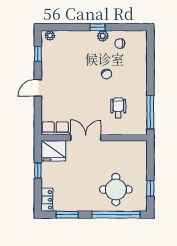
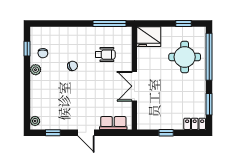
window: (98, 27) -> (27, 49), moved
wheelchair: (118, 108) -> (105, 55), turned 180
row of seats: (55, 128) -> (113, 123), moved, turned 90
fridge: (53, 151) -> (149, 37), moved, turned 90

